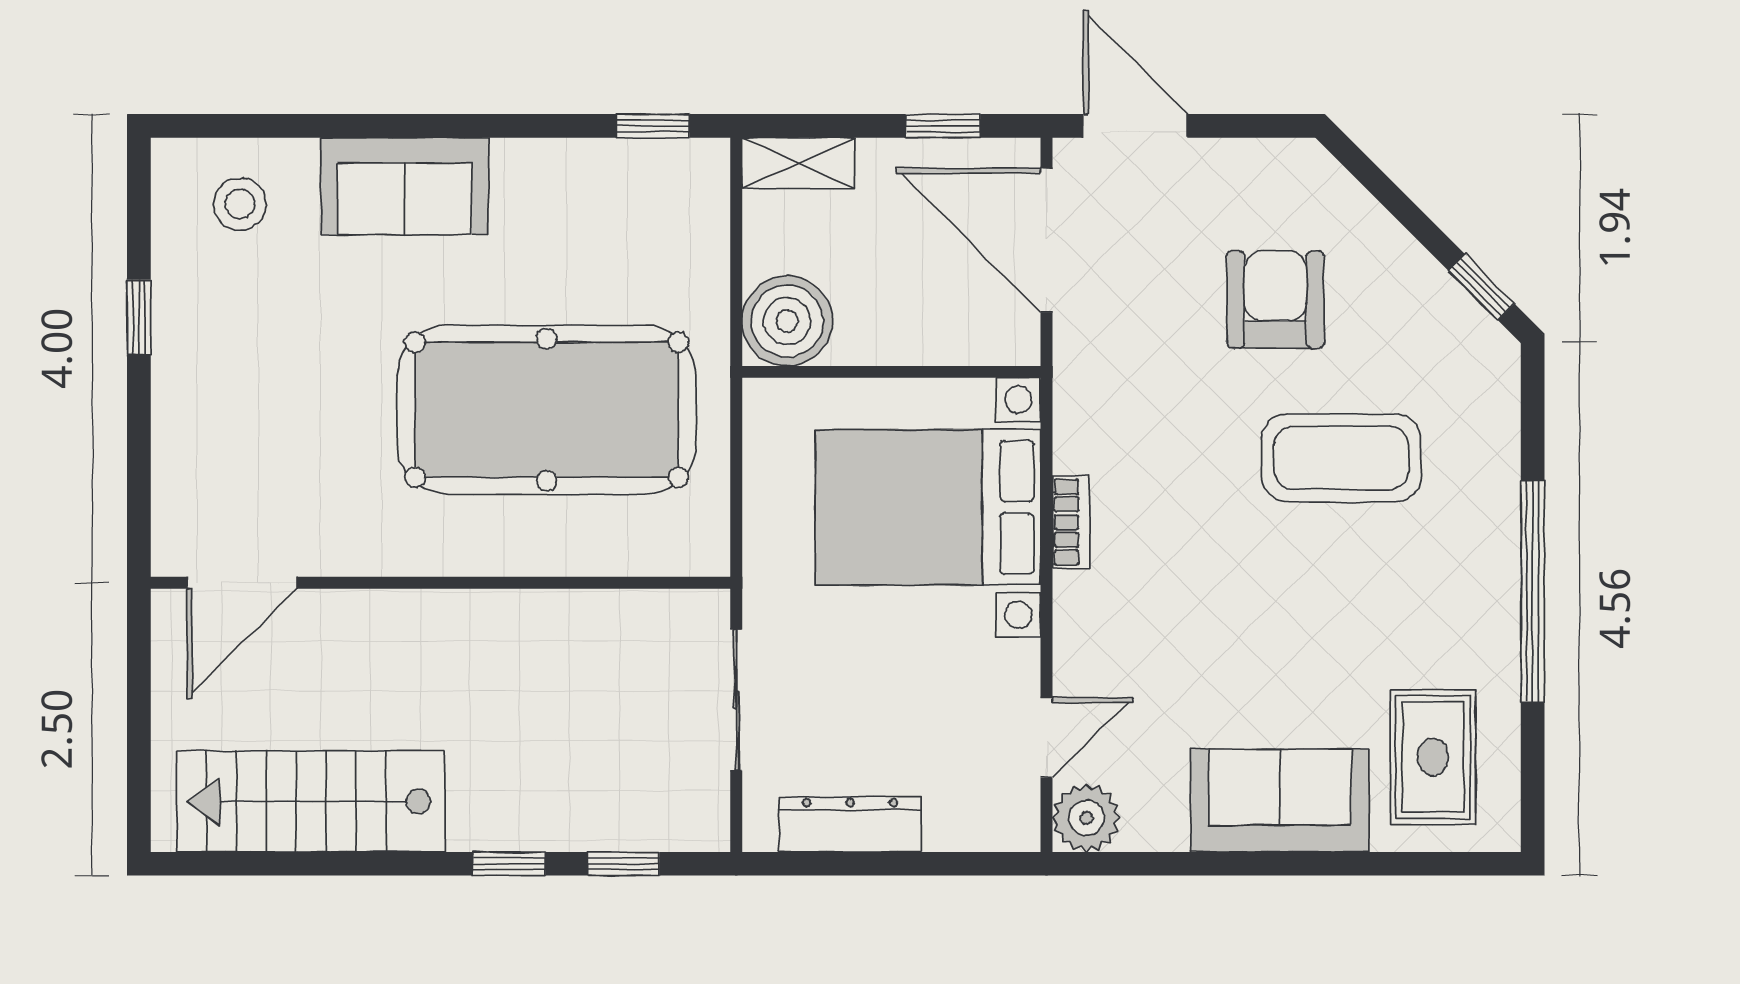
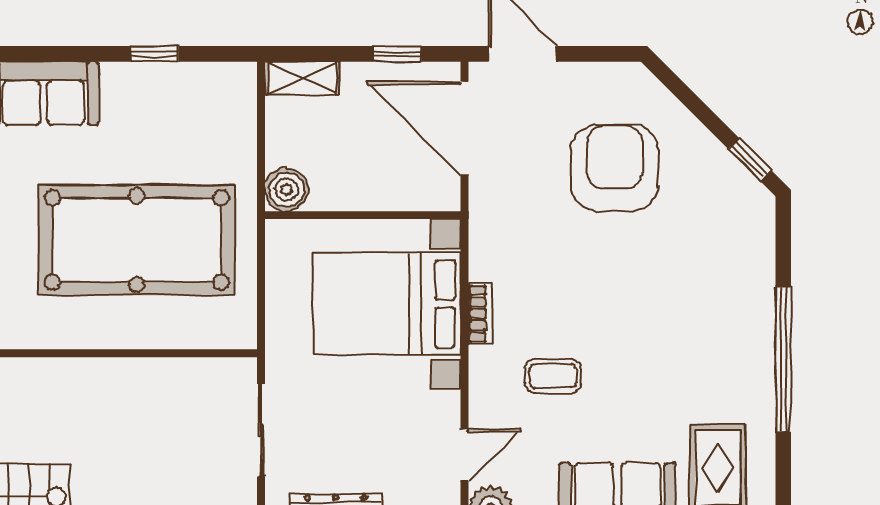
window: (653, 126) -> (154, 54), moved
armchair: (1275, 299) -> (615, 168), width x1.36, depth x1.36
boiler: (787, 321) -> (287, 190), width x0.73, depth x0.73
coffee table: (1341, 458) -> (553, 376), moved, width x0.54, depth x0.58

